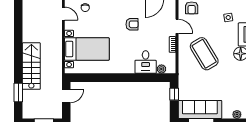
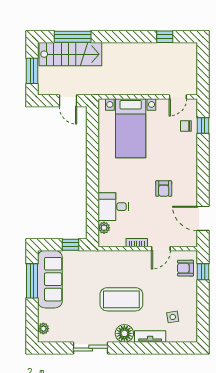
window: (18, 24) -> (165, 37), added
coffee table: (204, 54) -> (121, 299), moved, turned 31
stairs: (31, 66) -> (70, 54), moved
window: (18, 92) -> (73, 37), width x1.44

